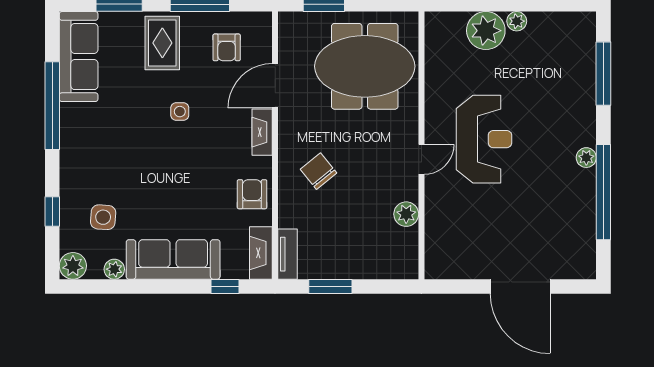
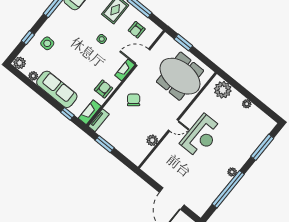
plant: (486, 31) -> (223, 90), moved
side table: (103, 217) -> (47, 43), moved

